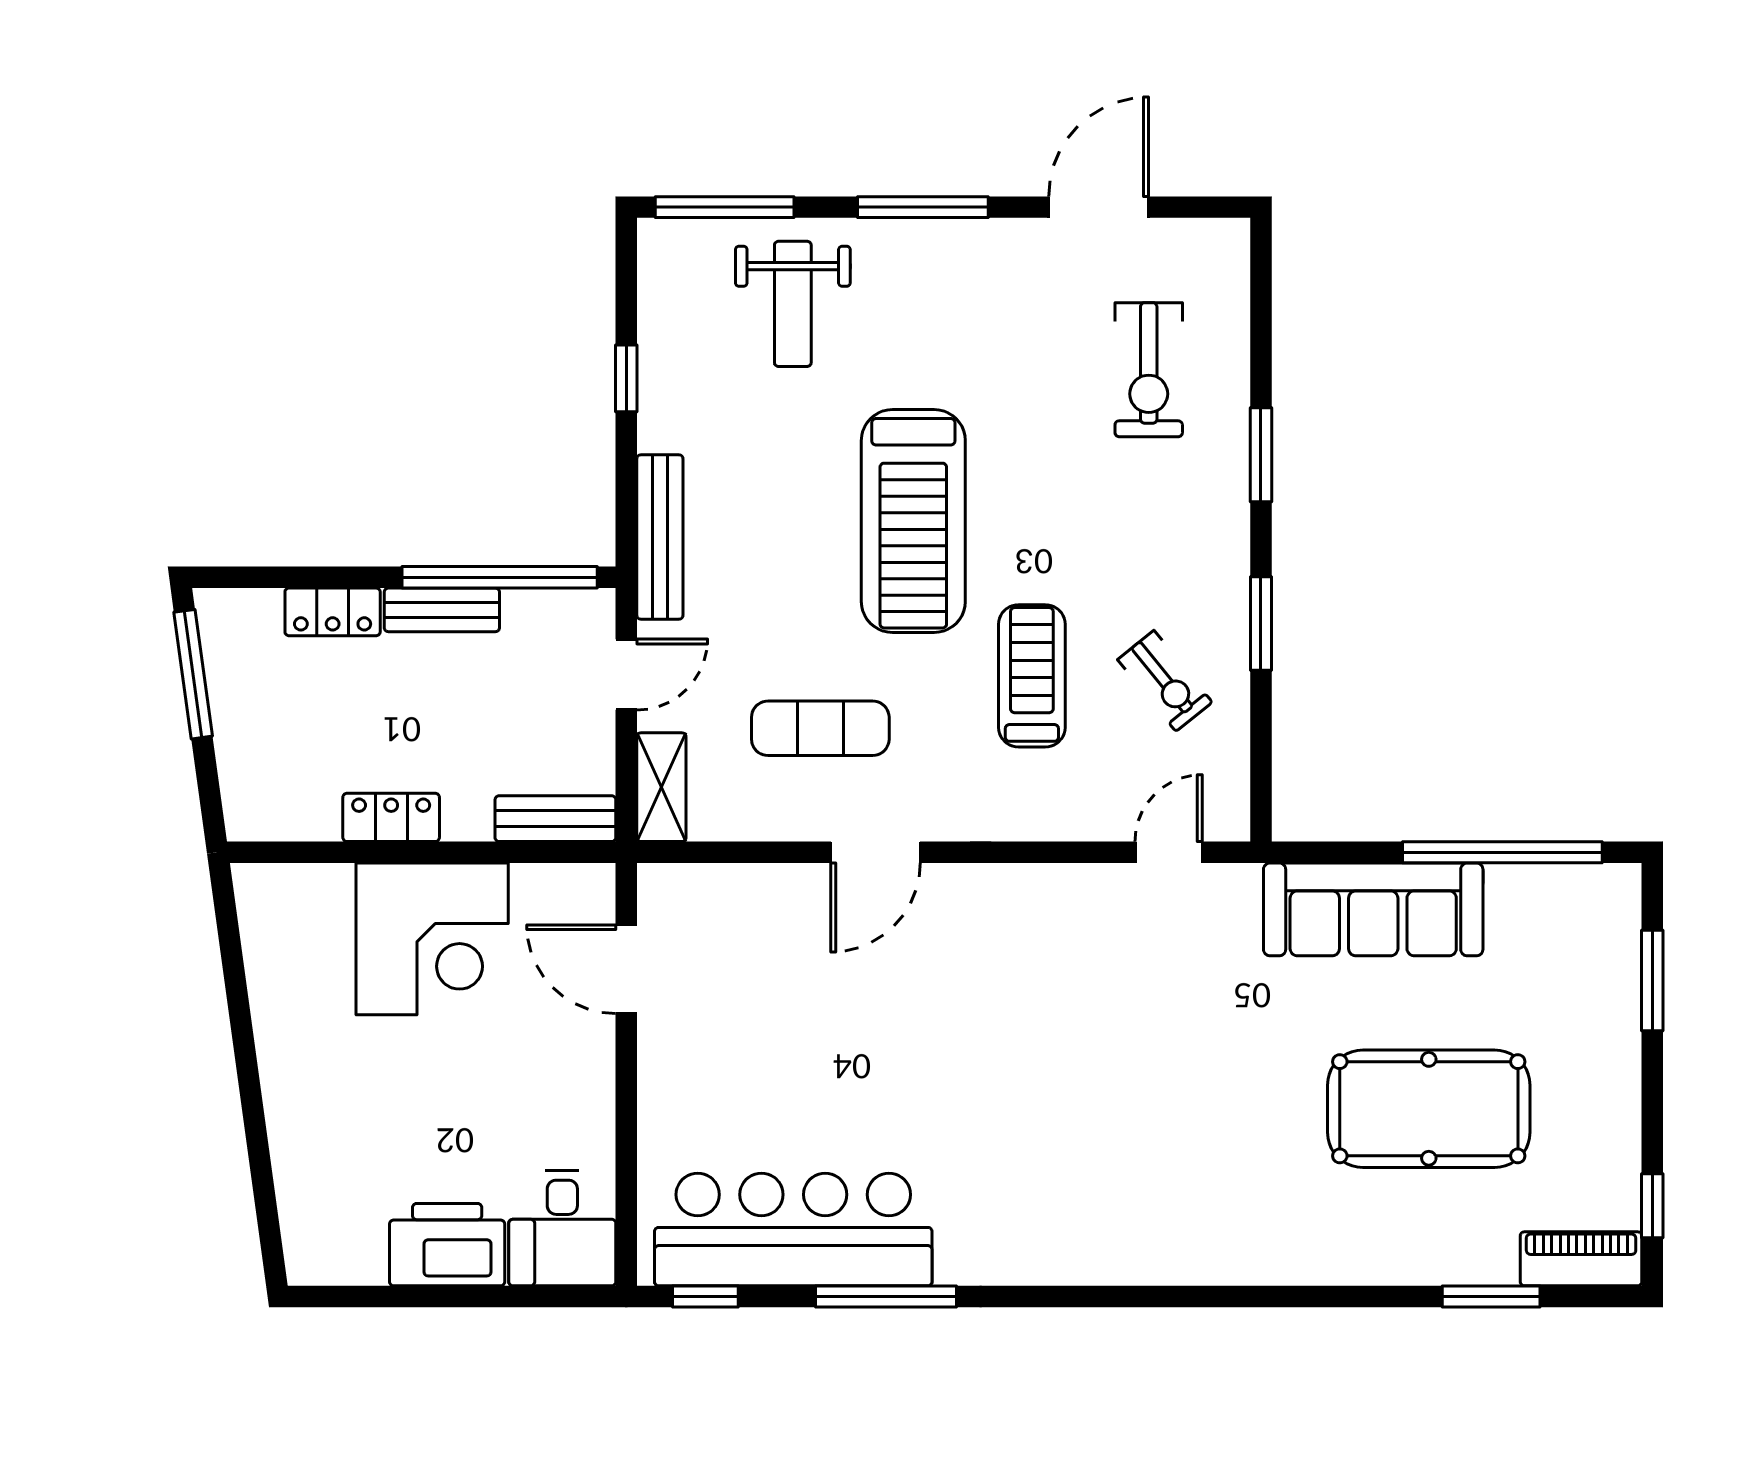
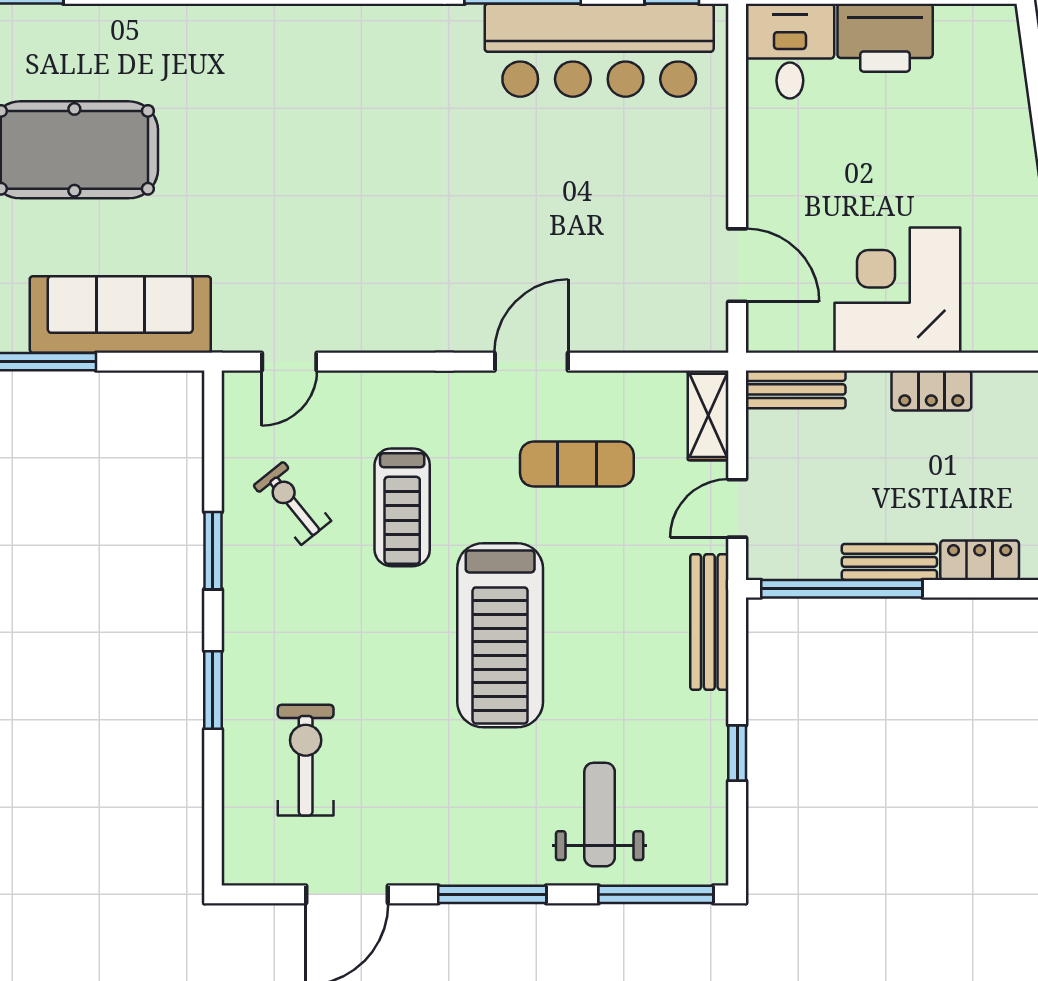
treadmill: (913, 521) -> (500, 635), turned 180

